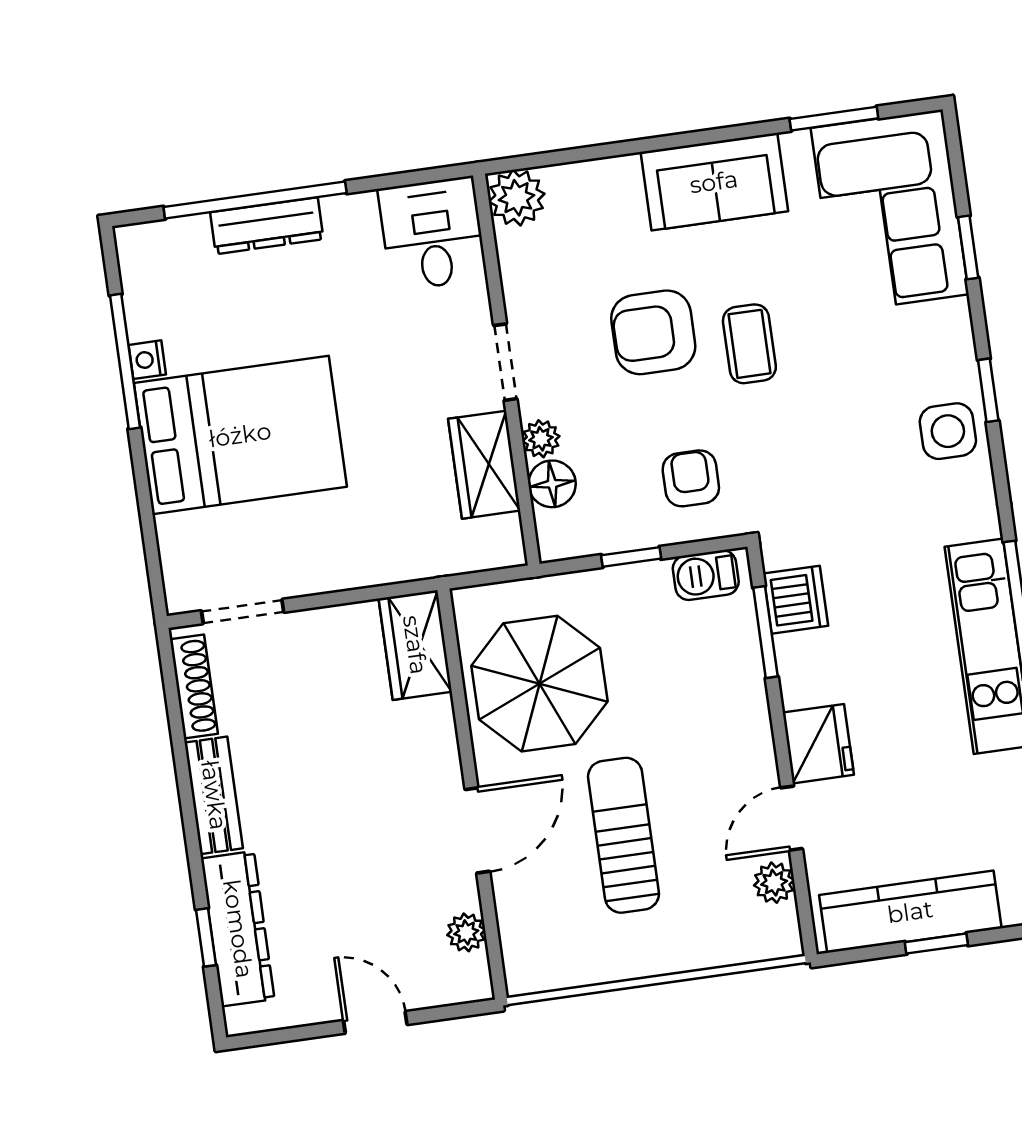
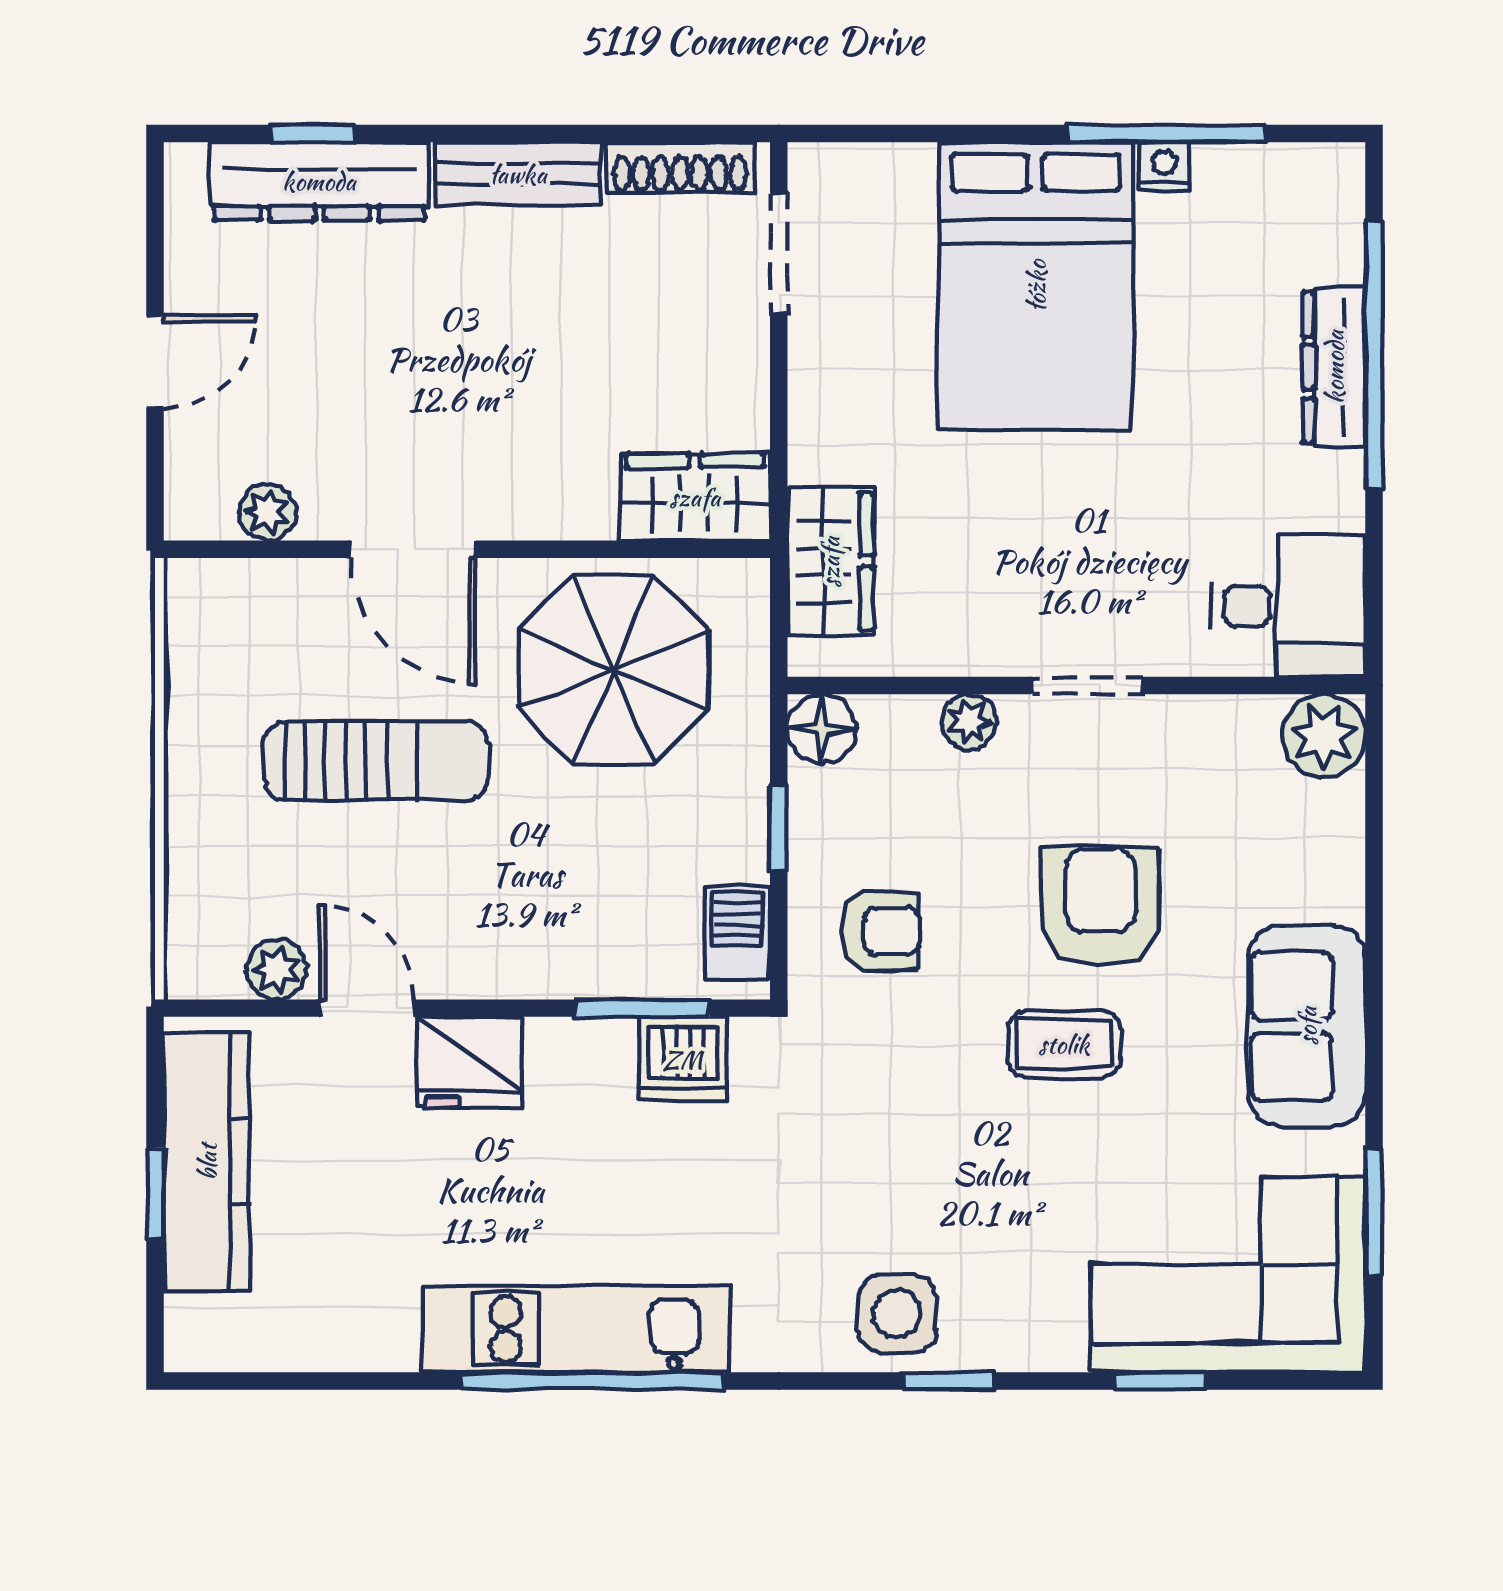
wardrobe: (484, 465) -> (830, 562), moved, turned 90
floor lamp: (552, 484) -> (822, 729), moved

